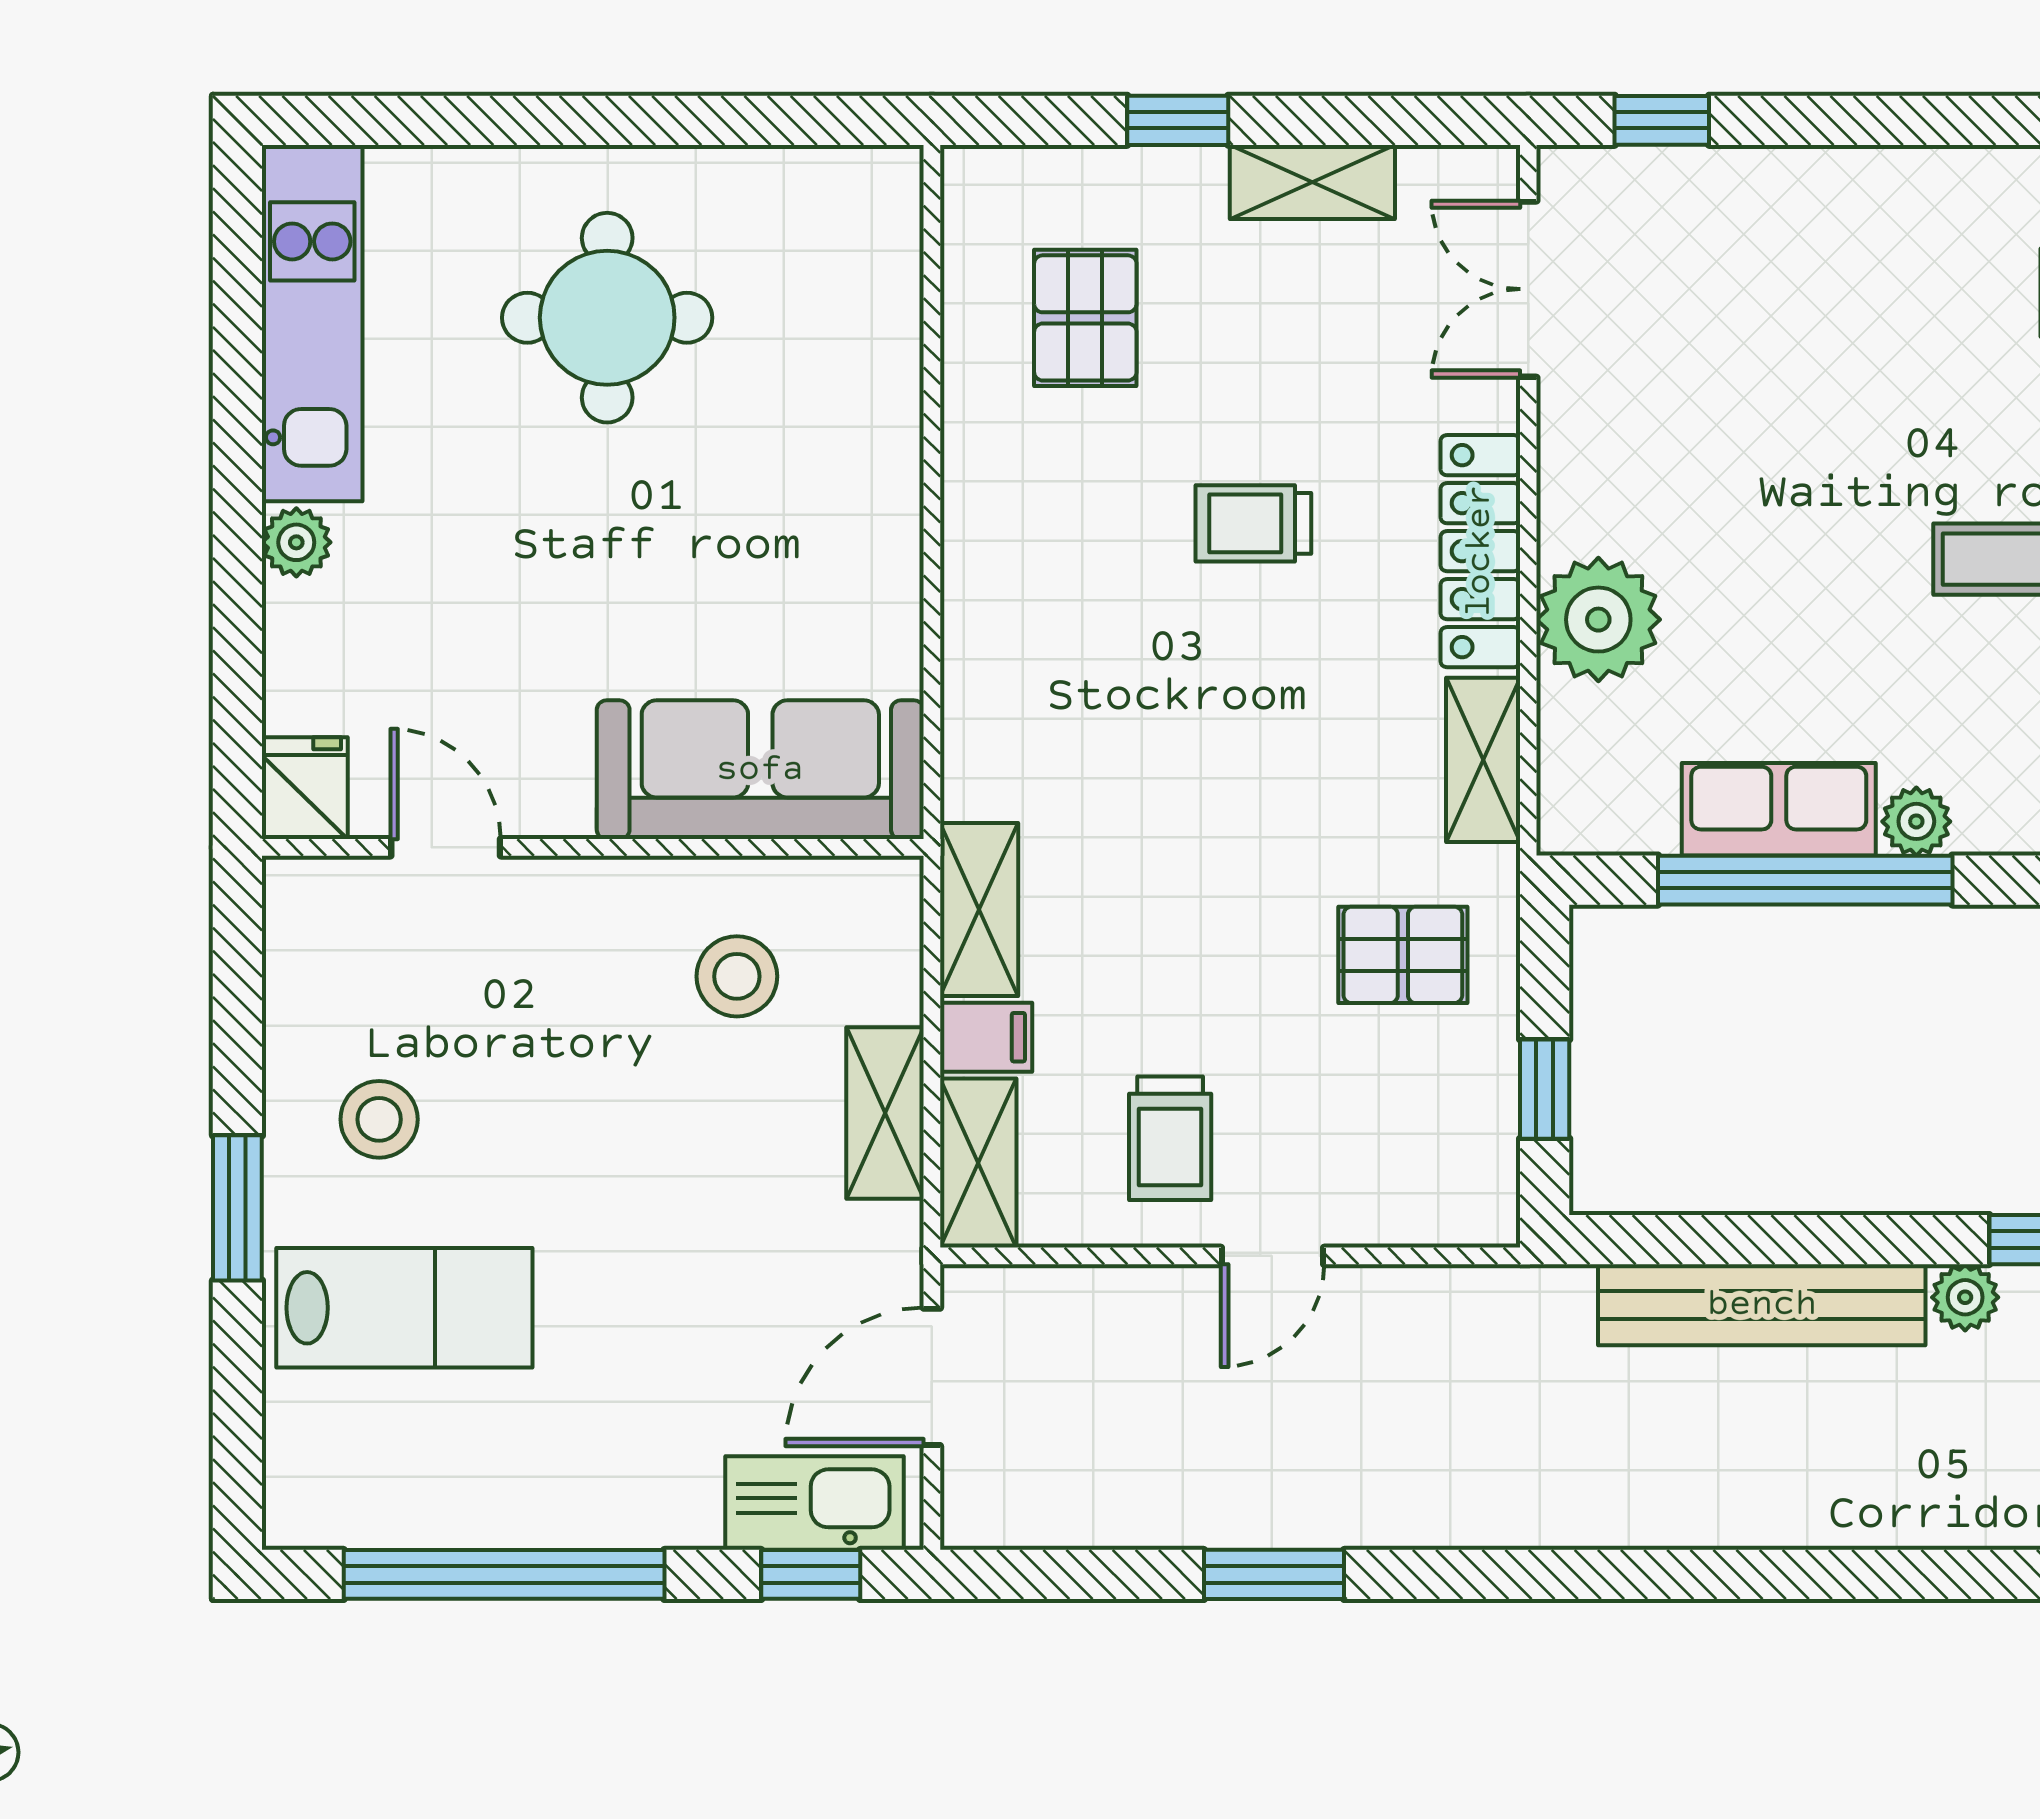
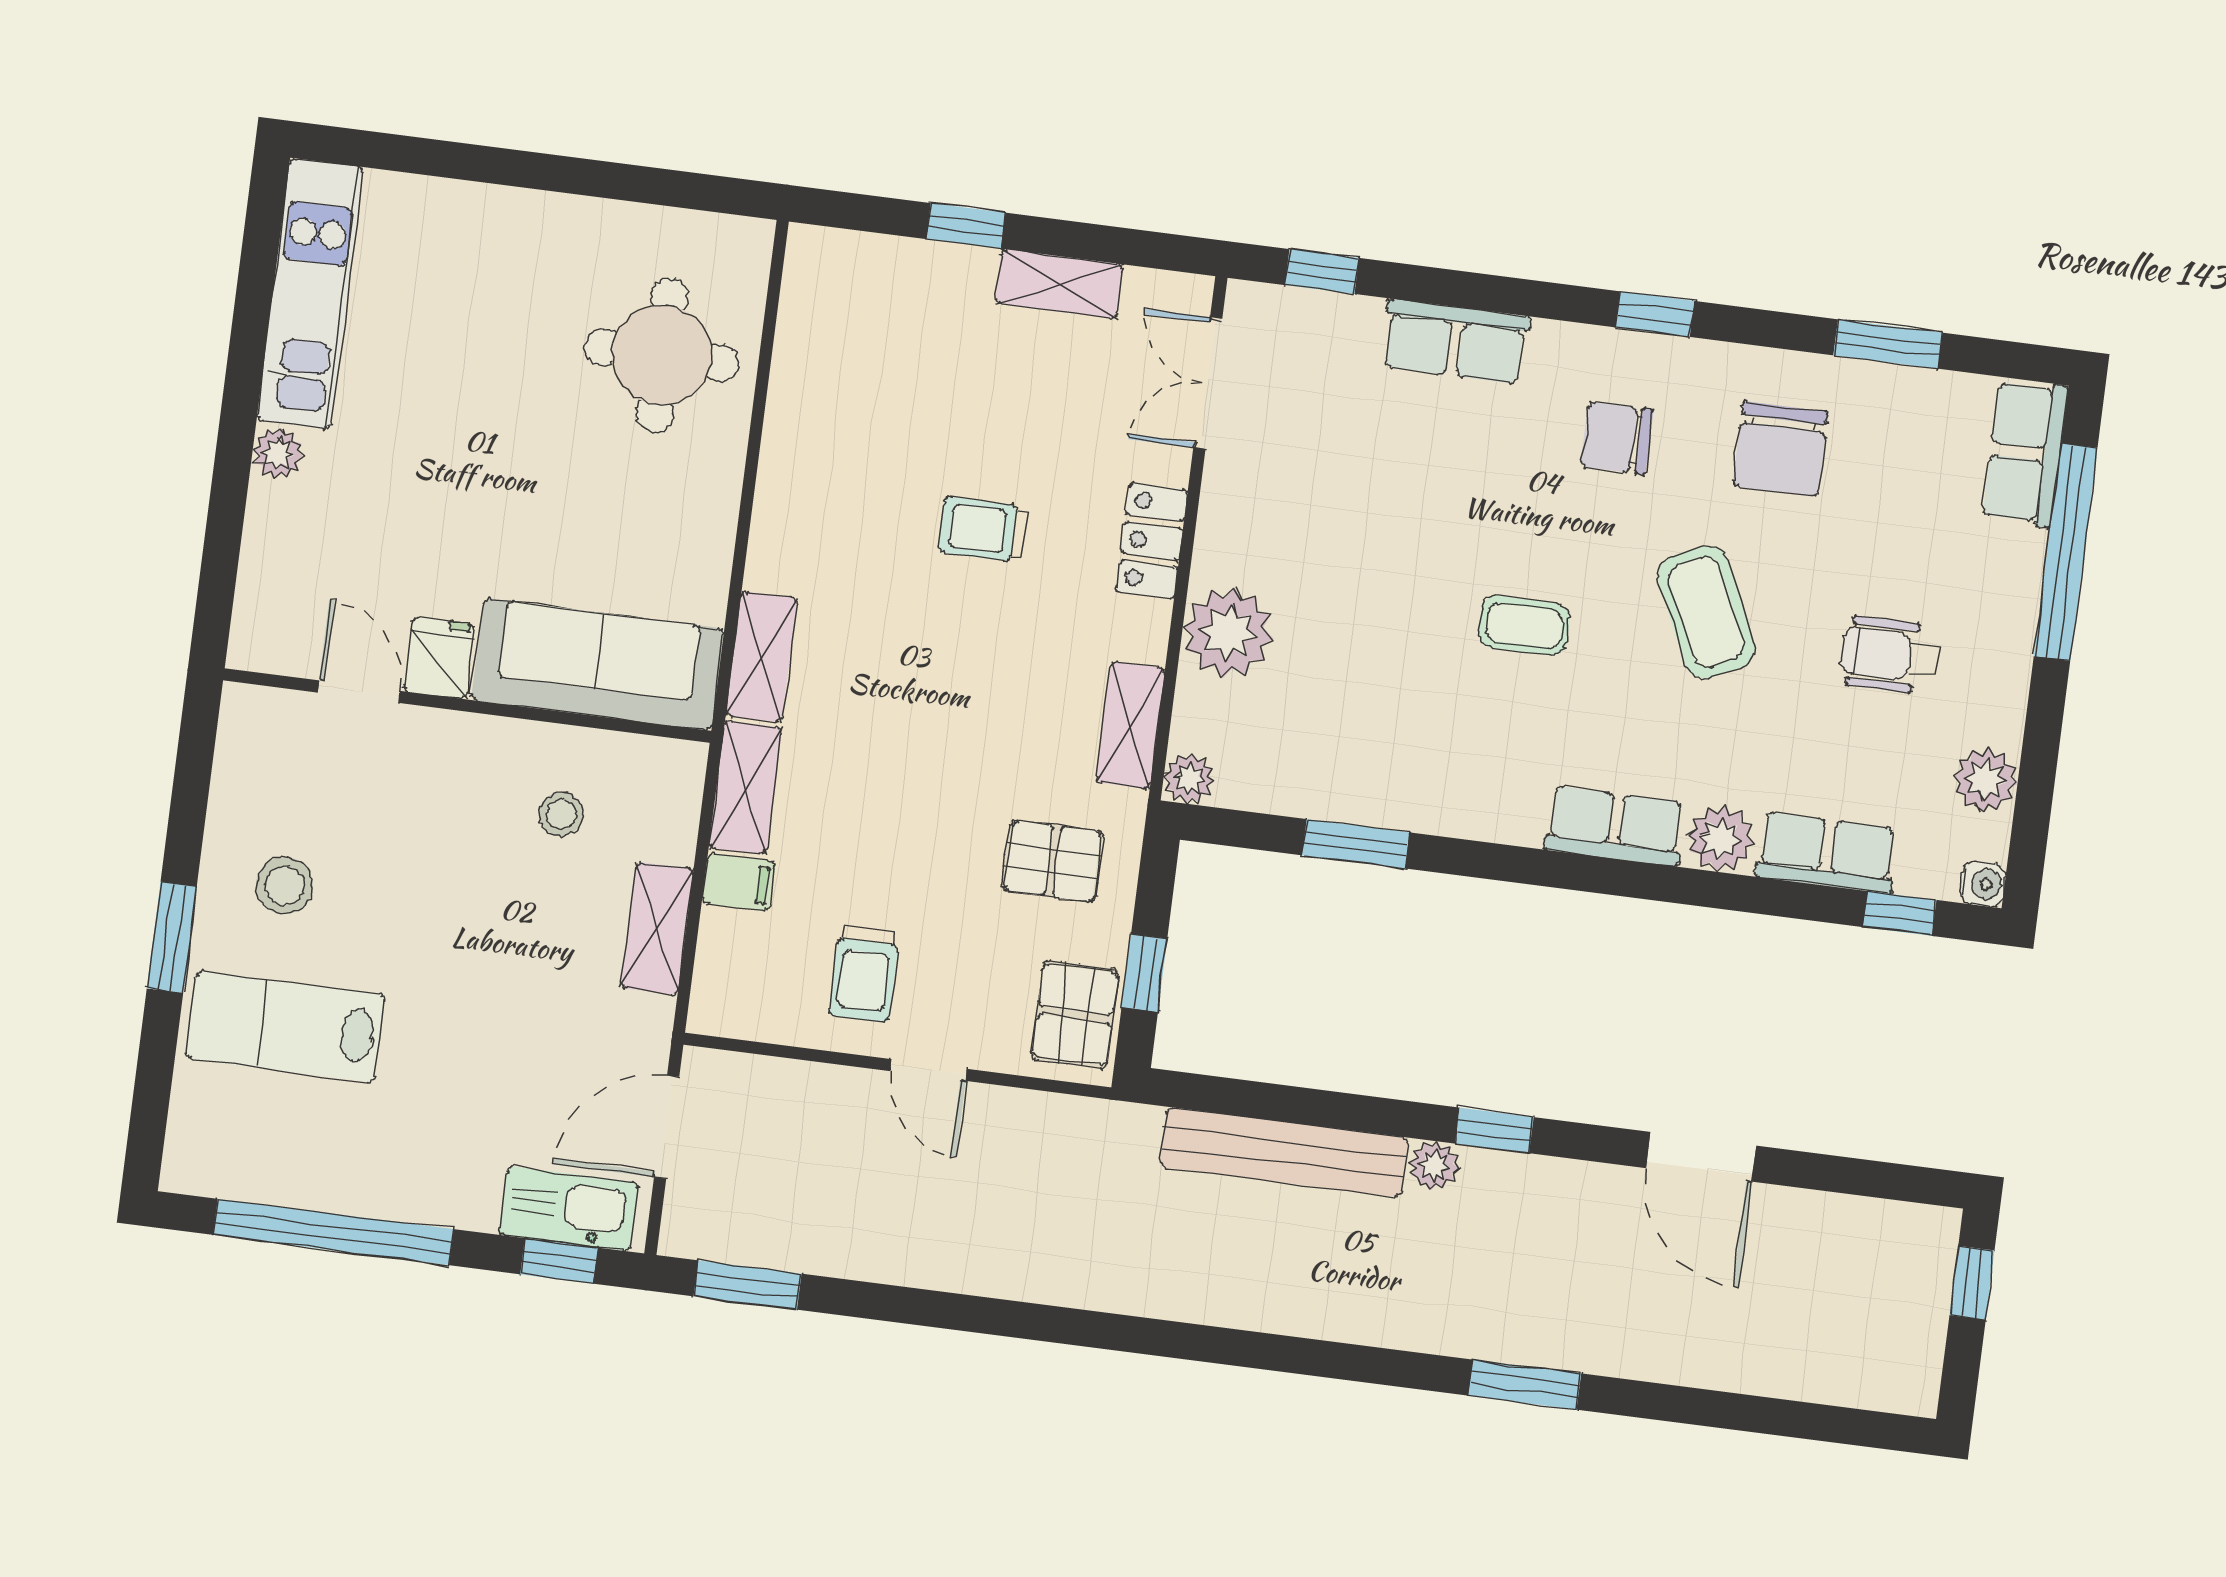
round table: (607, 318) -> (662, 355), moved
pallet: (1085, 318) -> (1075, 1015), moved
locker: (1480, 551) -> (1152, 541), width x0.66
fridge: (305, 788) -> (439, 658), moved
row of seats: (1779, 809) -> (1455, 342), moved, turned 180
plant: (1916, 821) -> (1189, 779), moved
window: (1805, 880) -> (1356, 844), width x0.47
stool: (737, 976) -> (561, 814), width x0.73, depth x0.73
shelving: (978, 1163) -> (762, 657), moved
door: (1273, 1256) -> (929, 1070), hinge flipped
lab bench: (404, 1308) -> (285, 1026), turned 180
window: (1274, 1574) -> (748, 1285), moved

